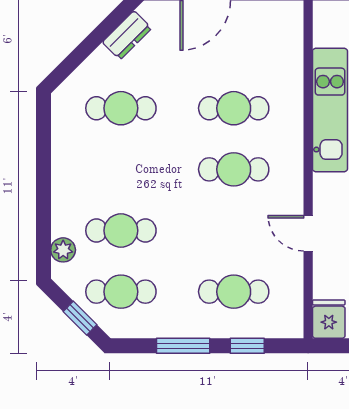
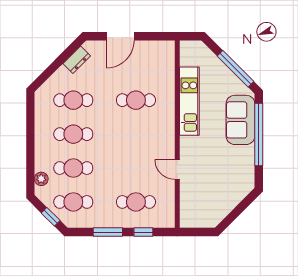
cafe table: (234, 169) -> (73, 134), moved
fridge: (329, 319) -> (189, 217), removed

